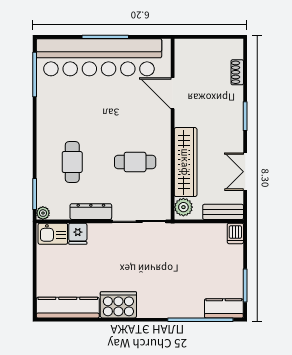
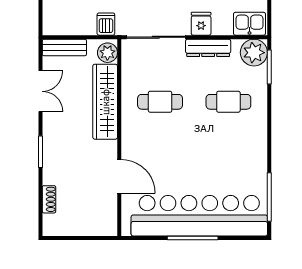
cafe table: (72, 162) -> (228, 102), turned 90
plant: (43, 213) -> (254, 53), width x1.88, depth x1.88
dishwasher: (235, 233) -> (106, 24), moved
fridge: (78, 234) -> (201, 24), moved

